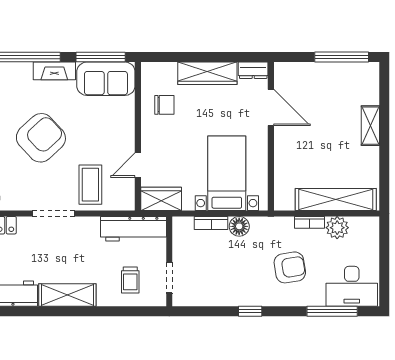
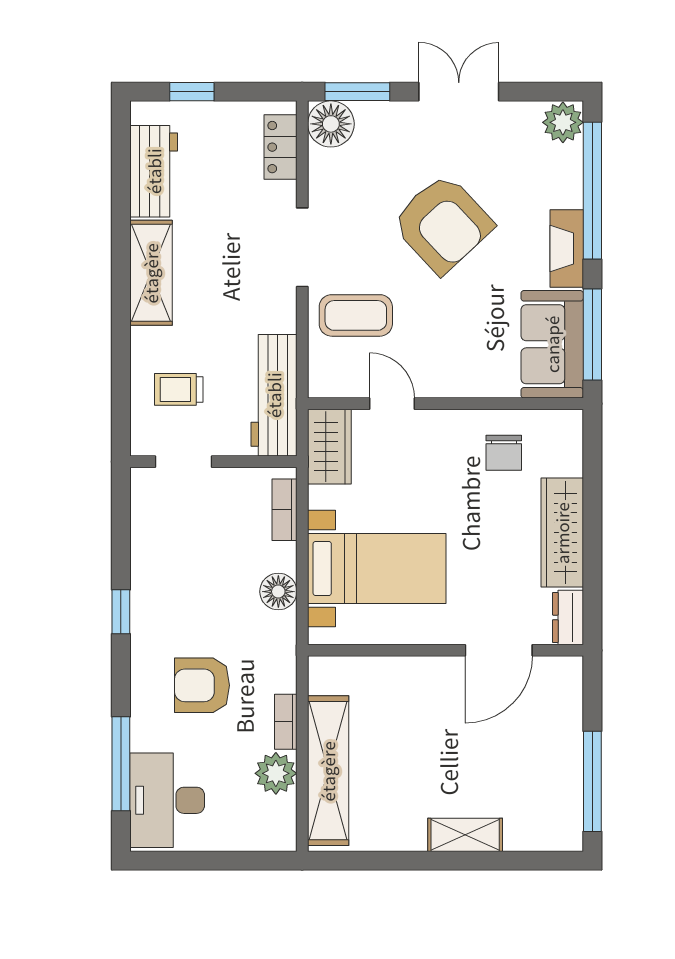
bookcase: (211, 223) -> (284, 510), moved
armchair: (290, 267) -> (202, 685), turned 99

